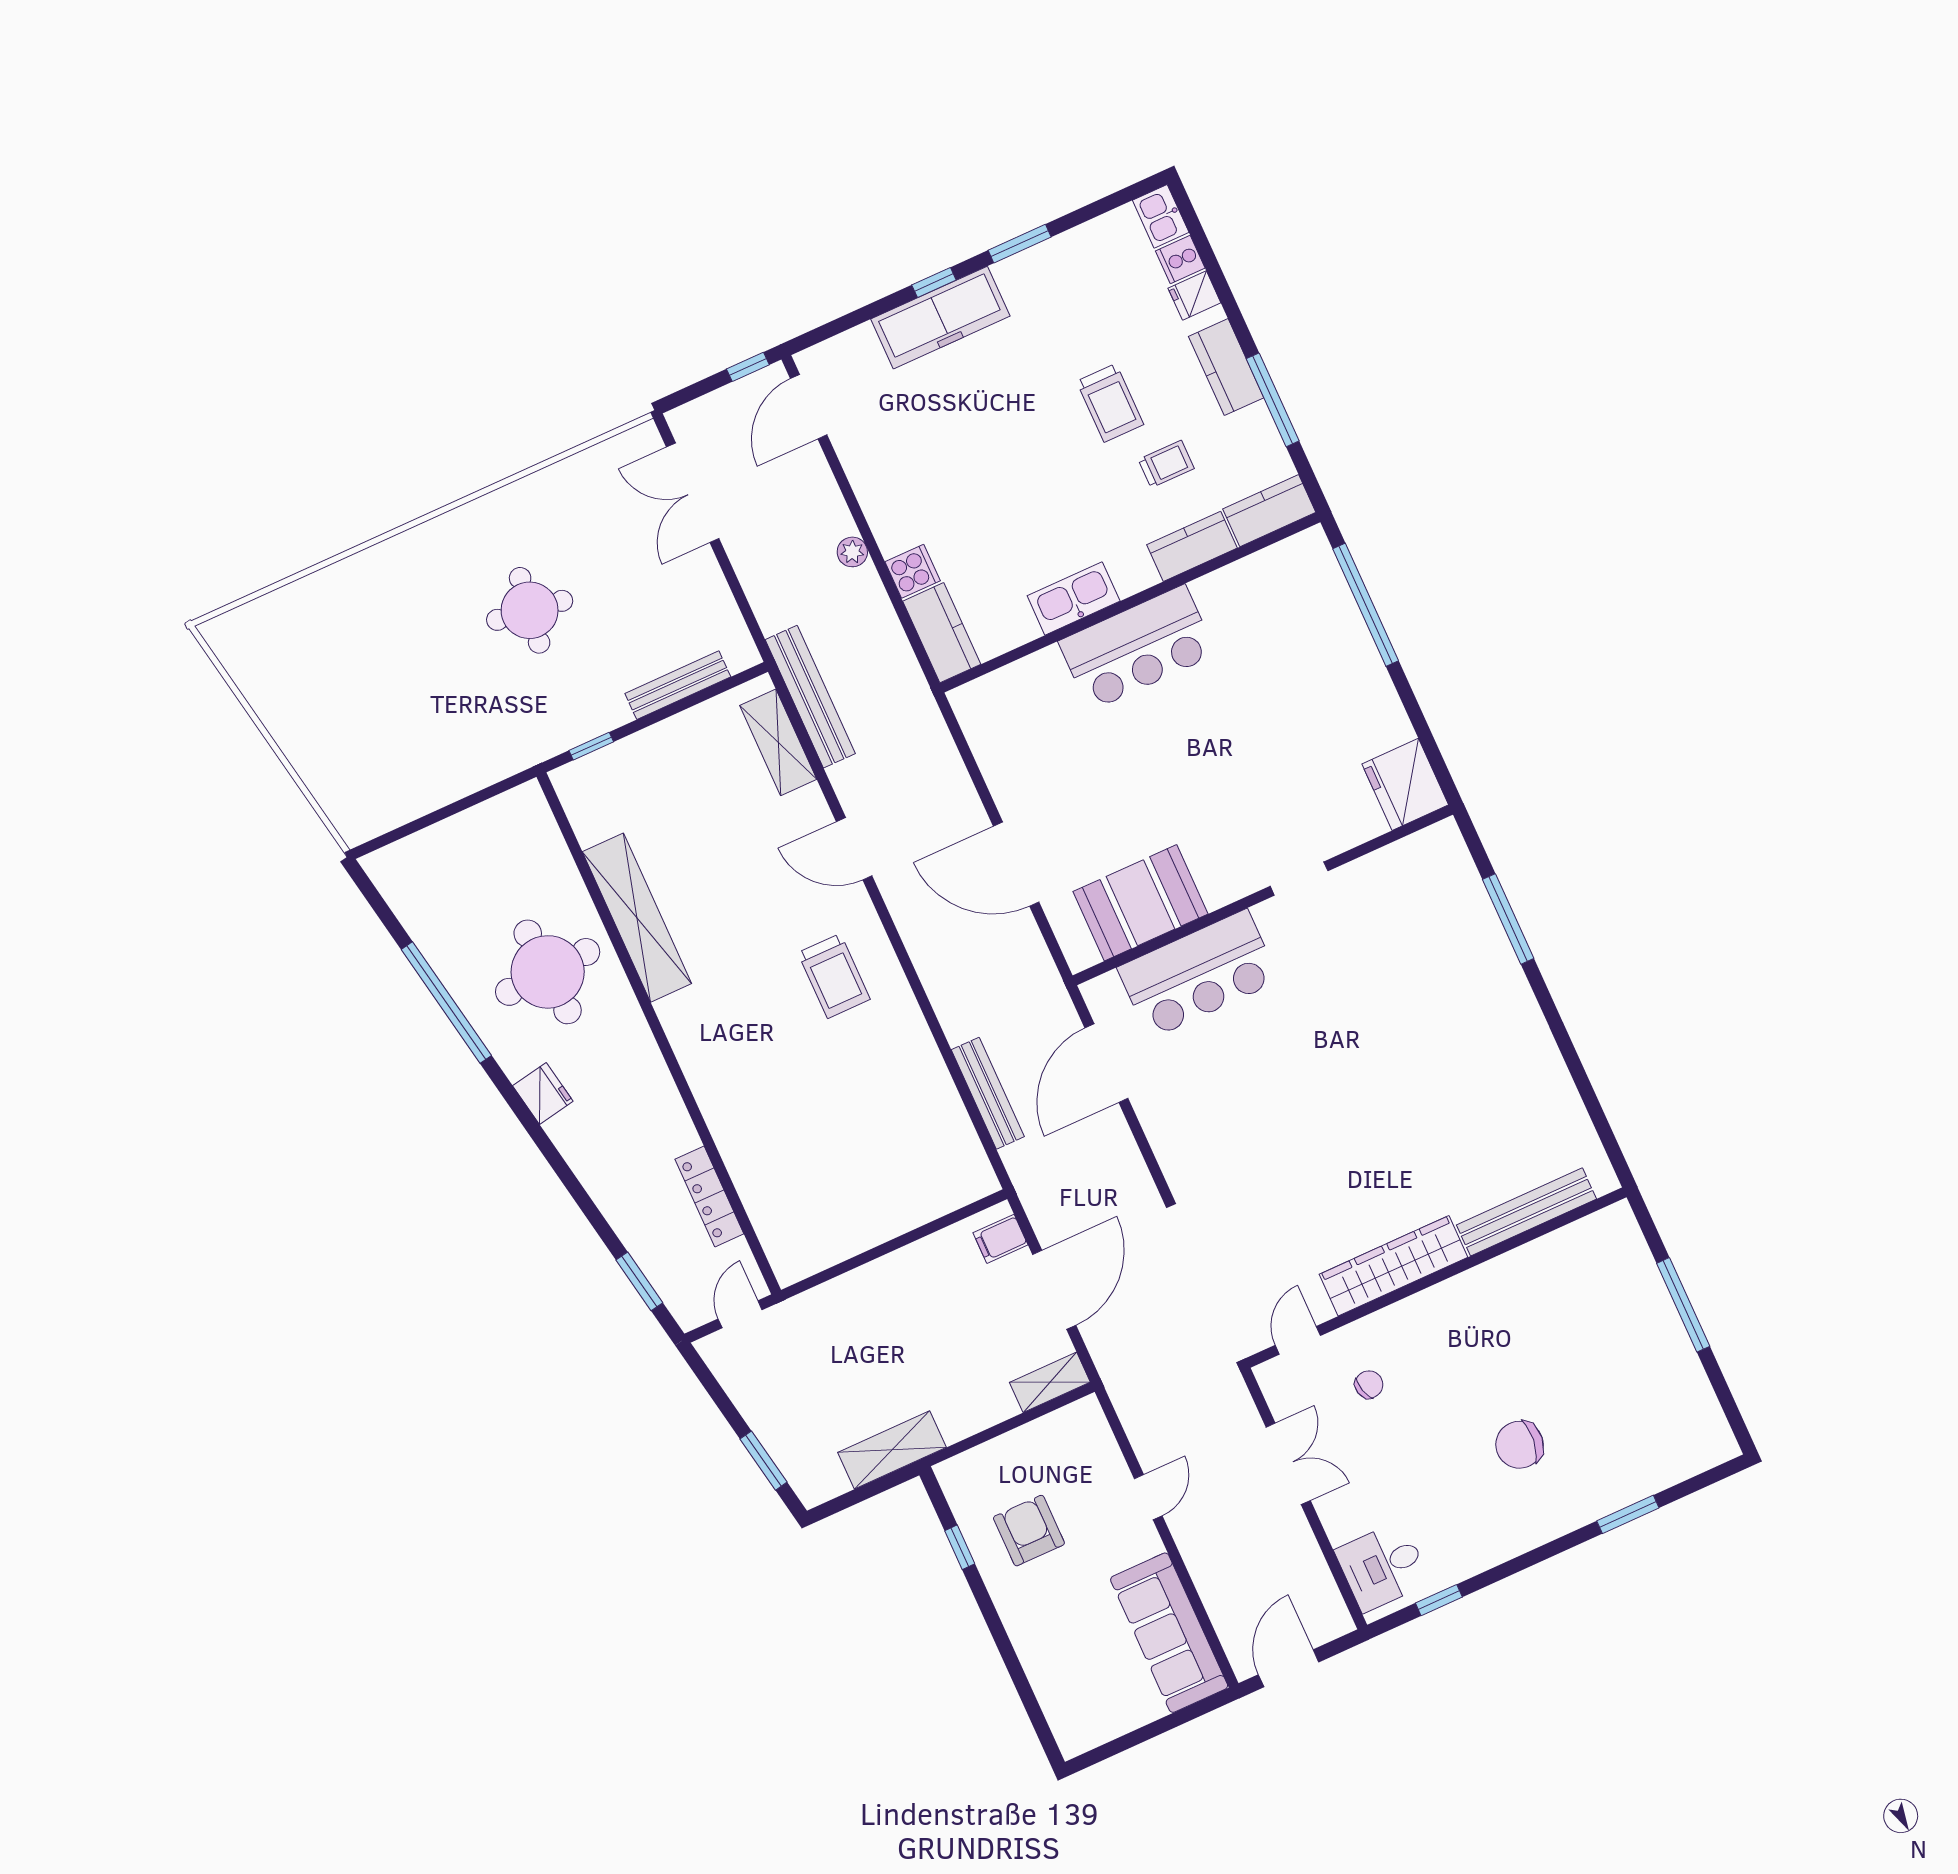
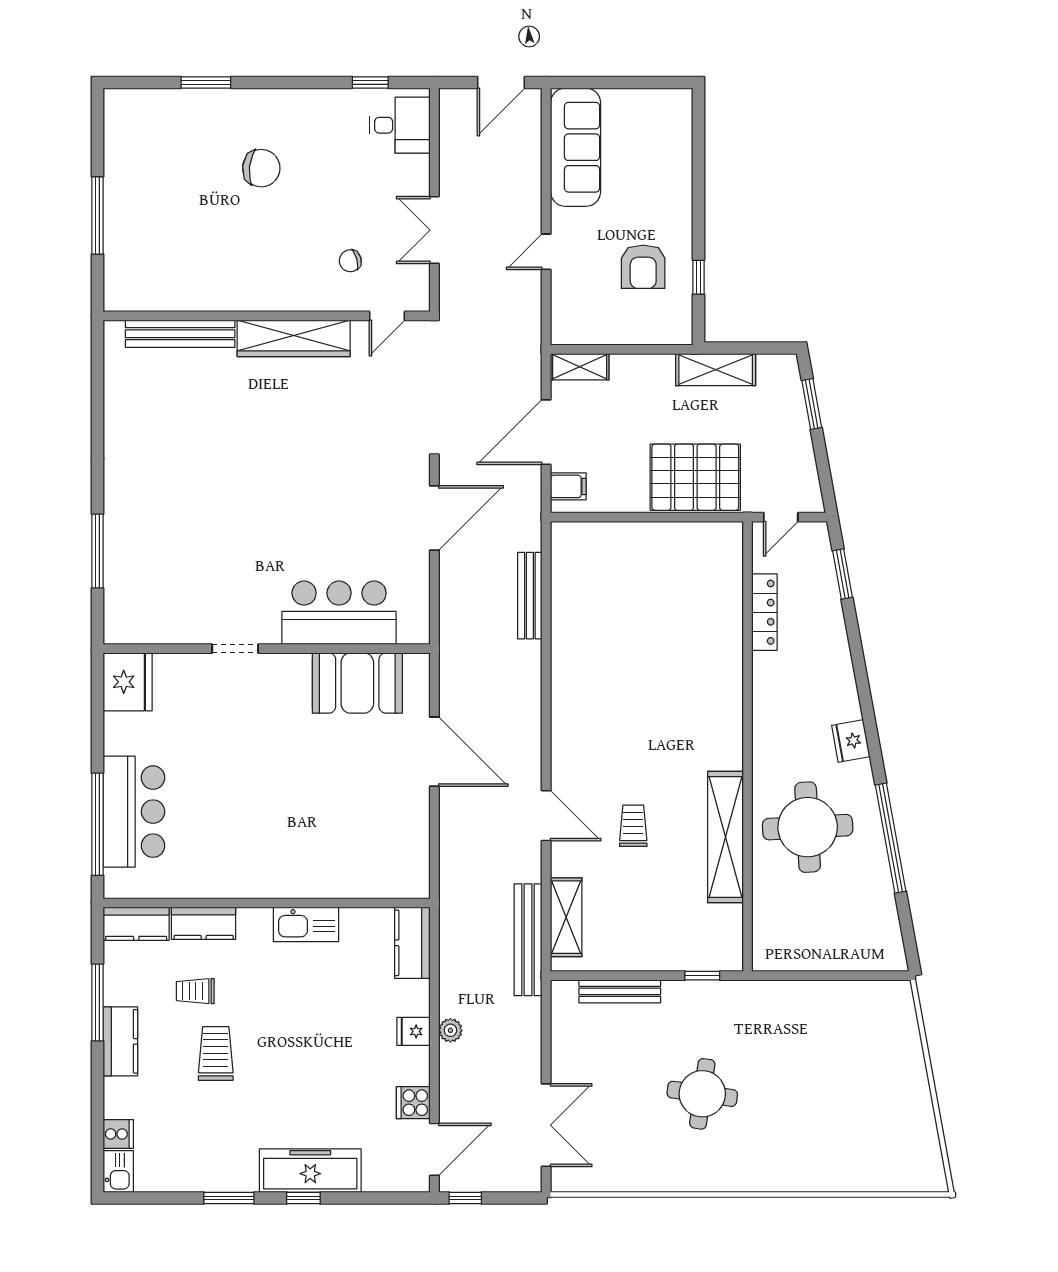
fridge: (1194, 295) -> (413, 1031), moved, turned 180
cooker: (913, 571) -> (413, 1103), moved
bar counter: (1137, 648) -> (134, 812), moved, turned 90
trolley: (834, 976) -> (633, 826), moved, width x0.73, depth x0.72
door: (1106, 1063) -> (434, 518), moved
pallet: (859, 1316) -> (695, 477), added

